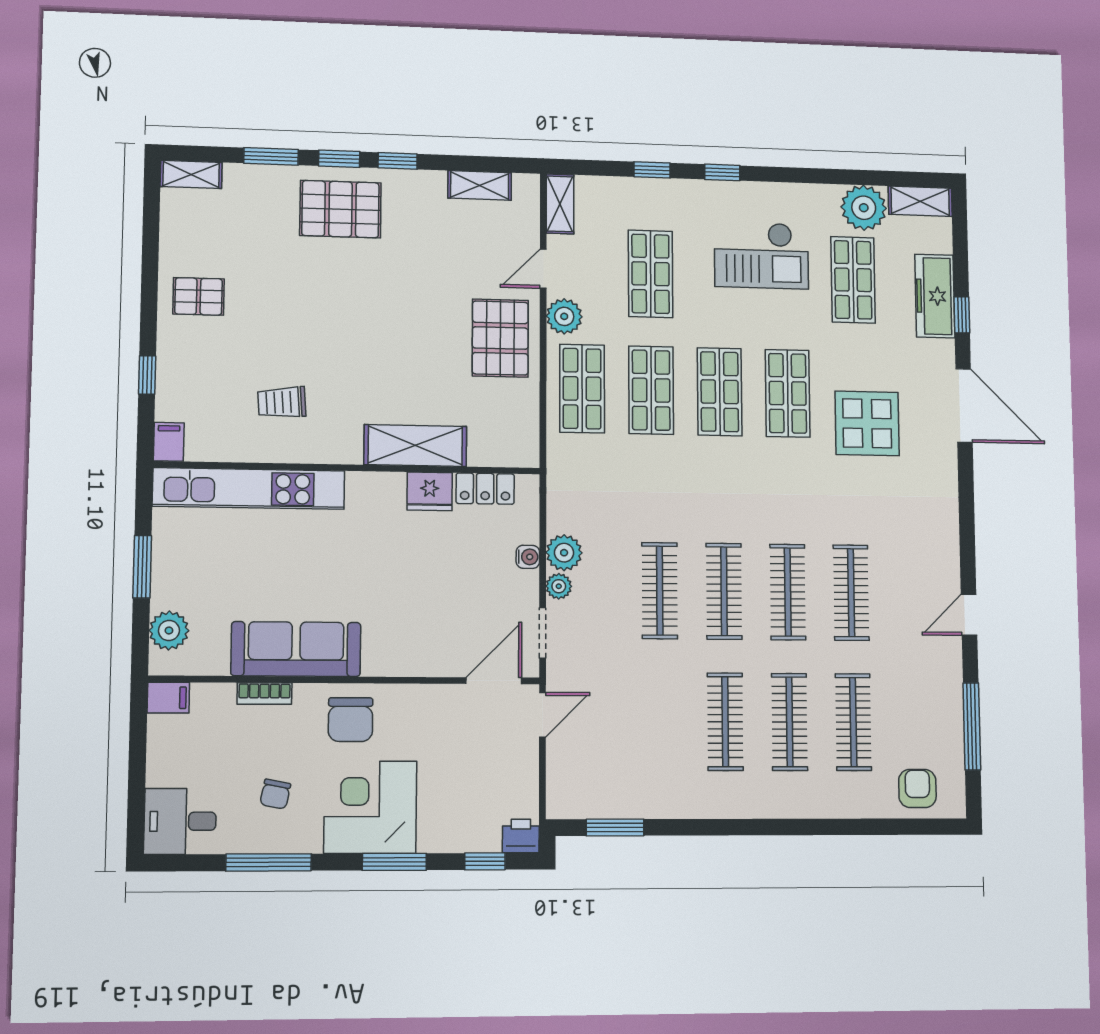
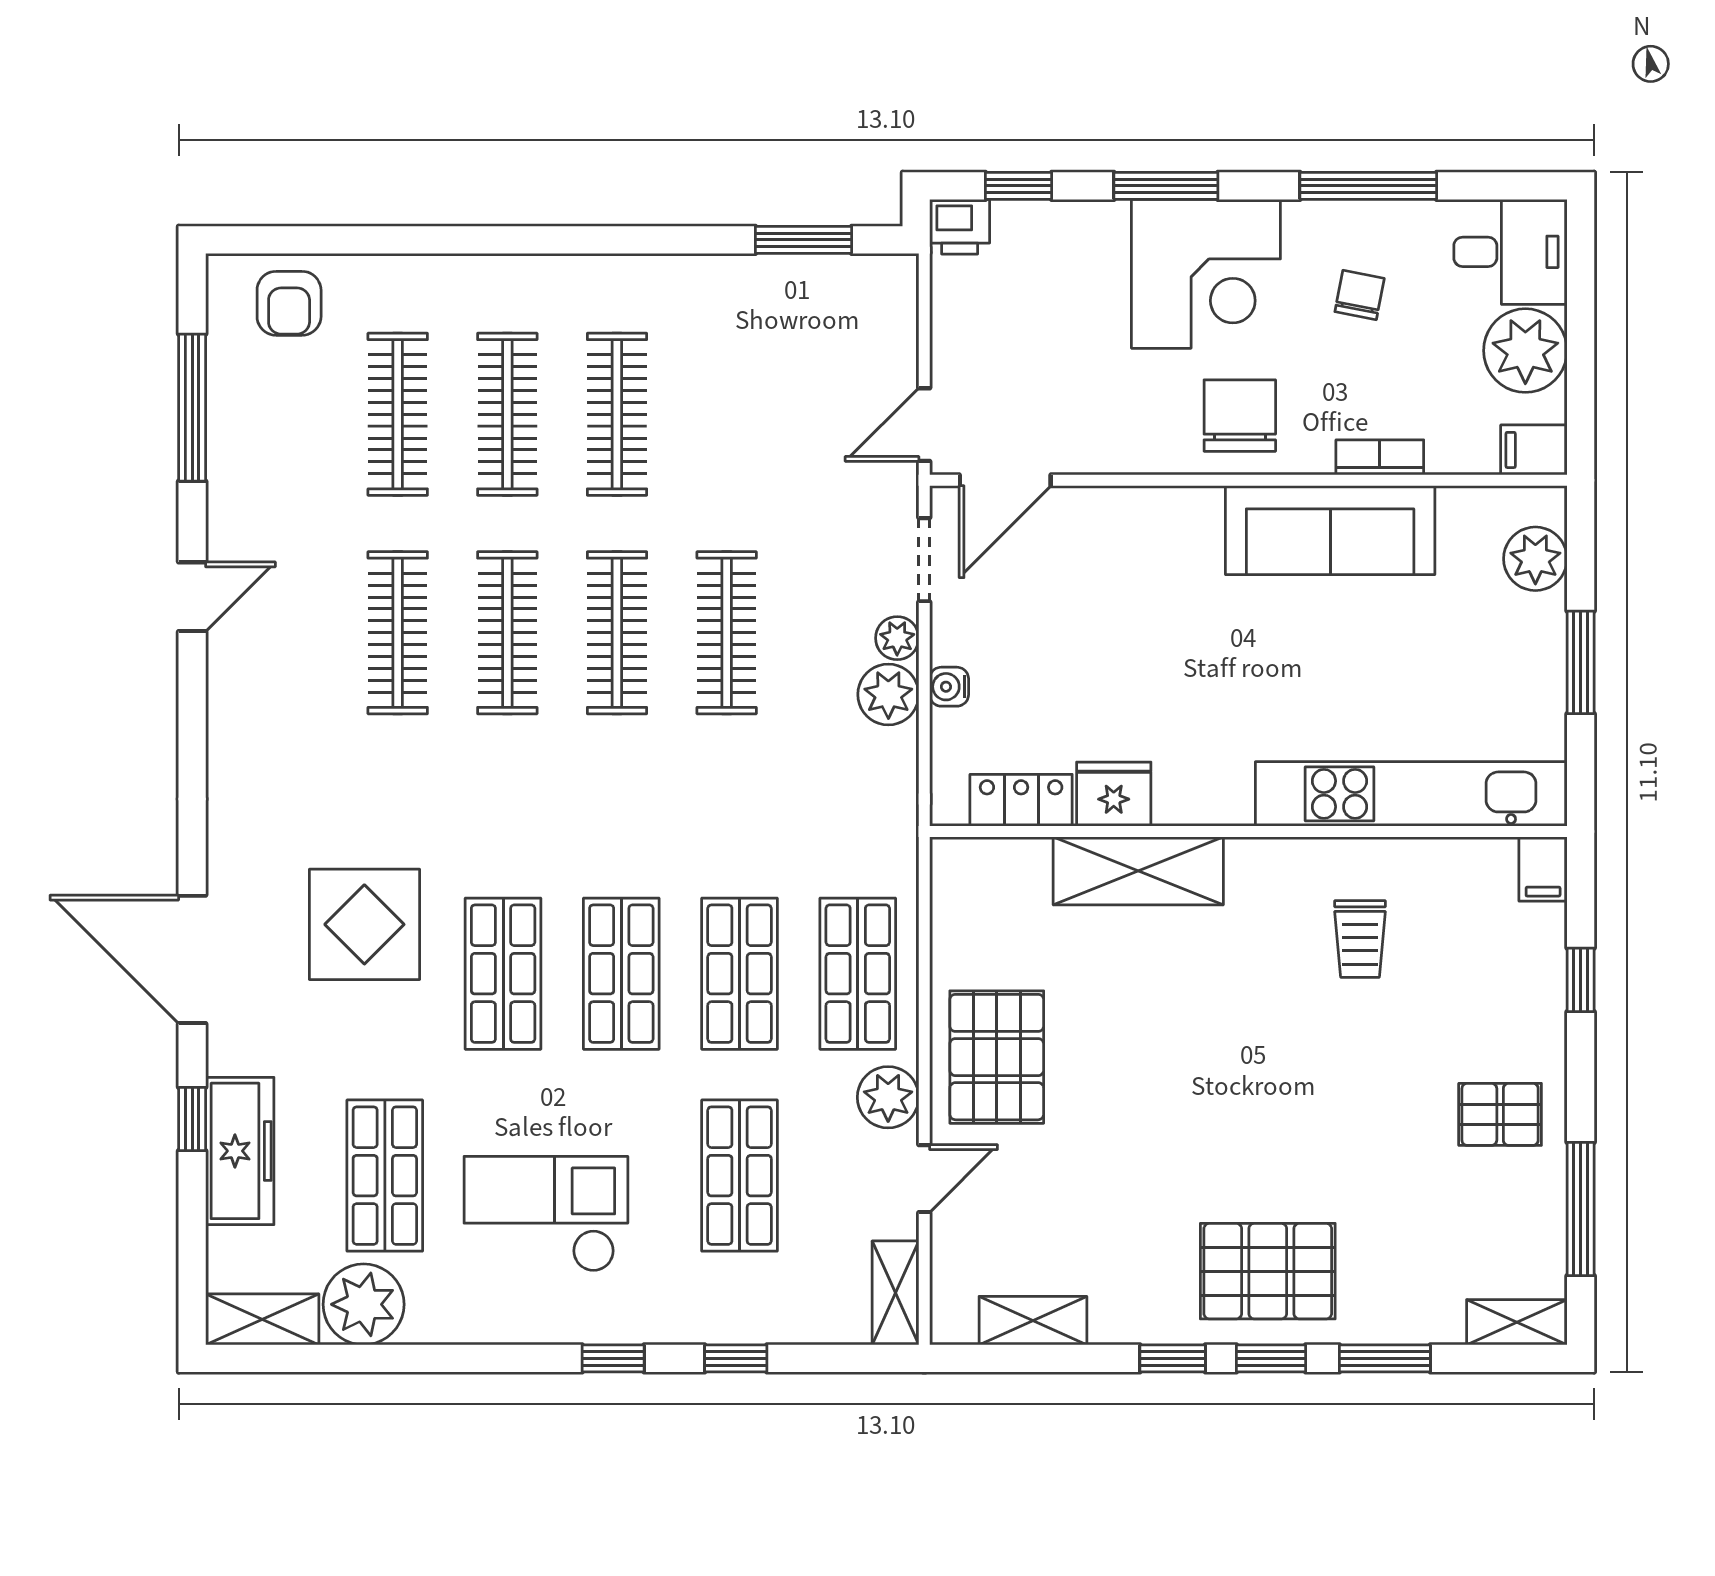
window: (151, 239) -> (1581, 1209), added
trolley: (282, 402) -> (1360, 939), turned 94
plant: (172, 759) -> (1525, 351), added

